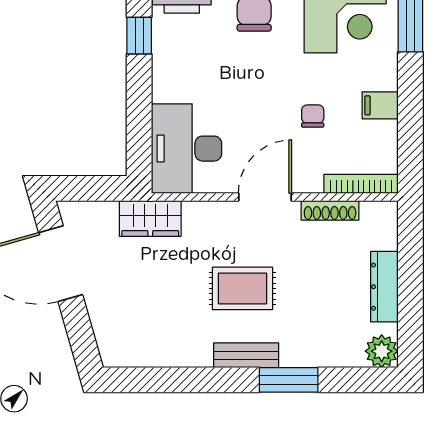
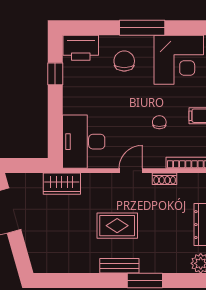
door: (265, 197) -> (131, 171), width x0.73
shoe rack: (330, 210) -> (165, 179), width x0.70

